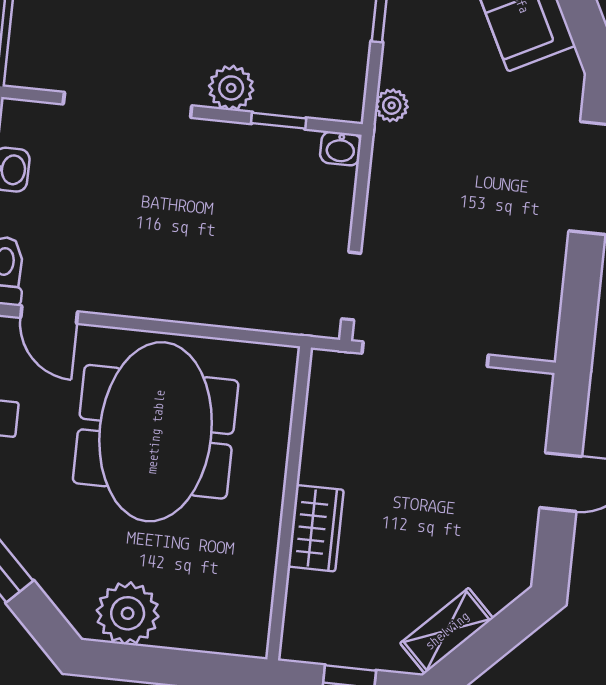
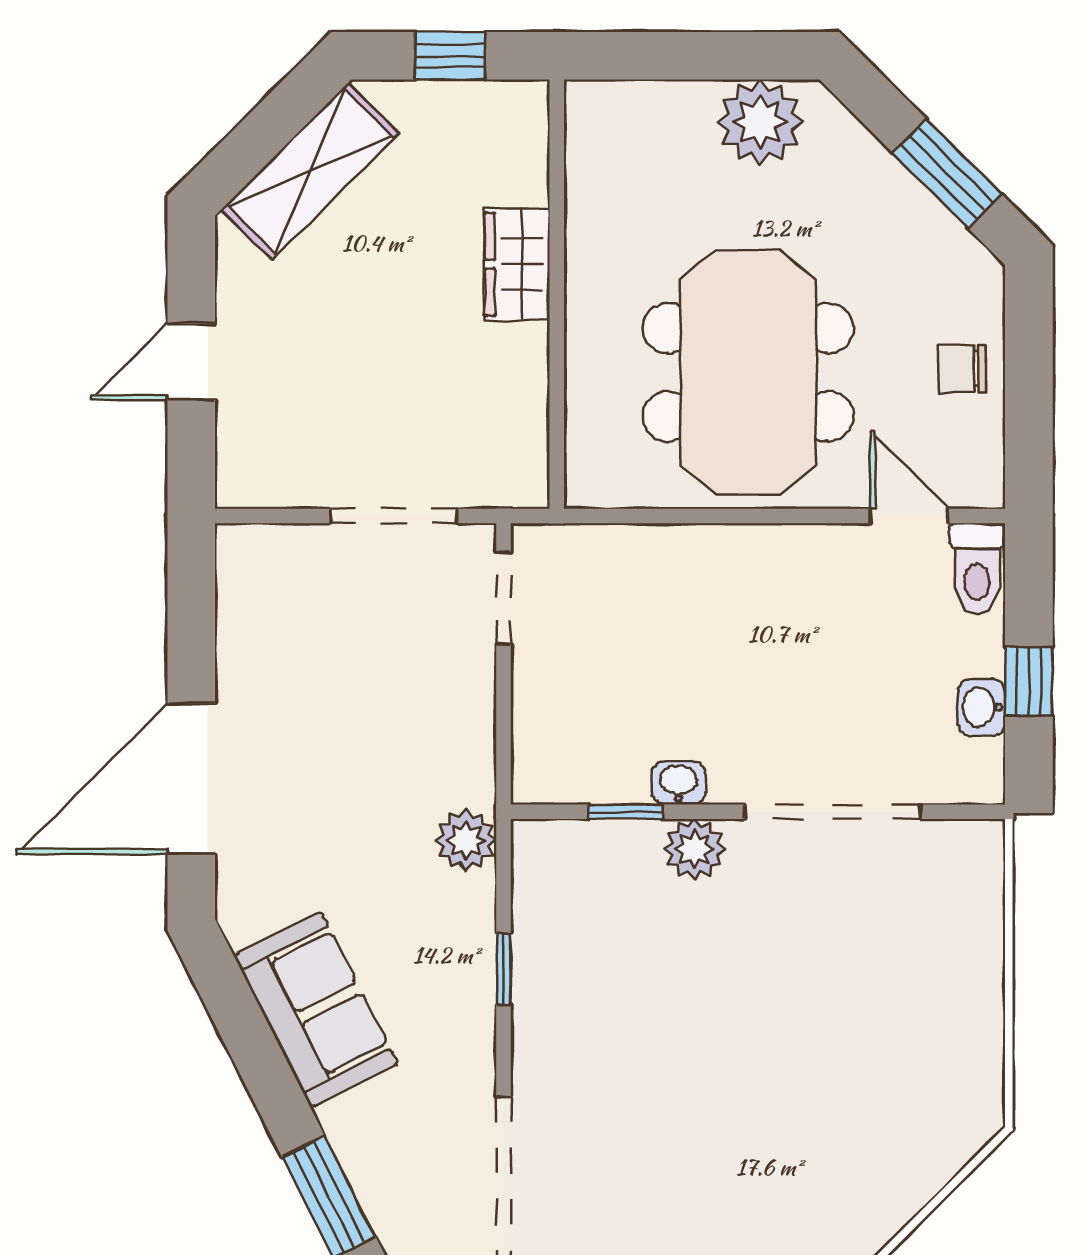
plant: (392, 105) -> (466, 840), width x1.38, depth x1.38
washbasin: (341, 149) -> (679, 783), moved
doorway: (425, 354) -> (394, 516), width x0.73
shelving: (447, 631) -> (310, 171), width x1.50, depth x1.33

